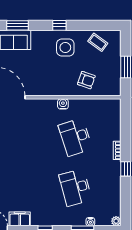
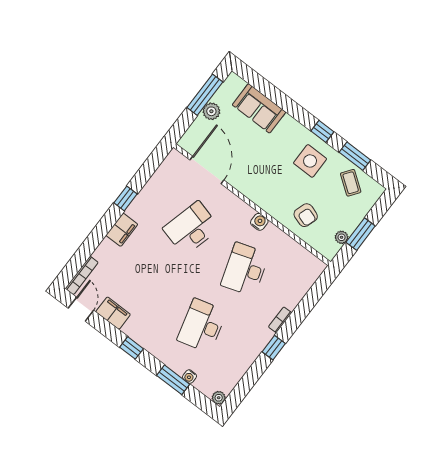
window: (17, 25) -> (355, 156), moved
plant: (116, 77) -> (342, 237), added
desk: (27, 137) -> (191, 228), added

